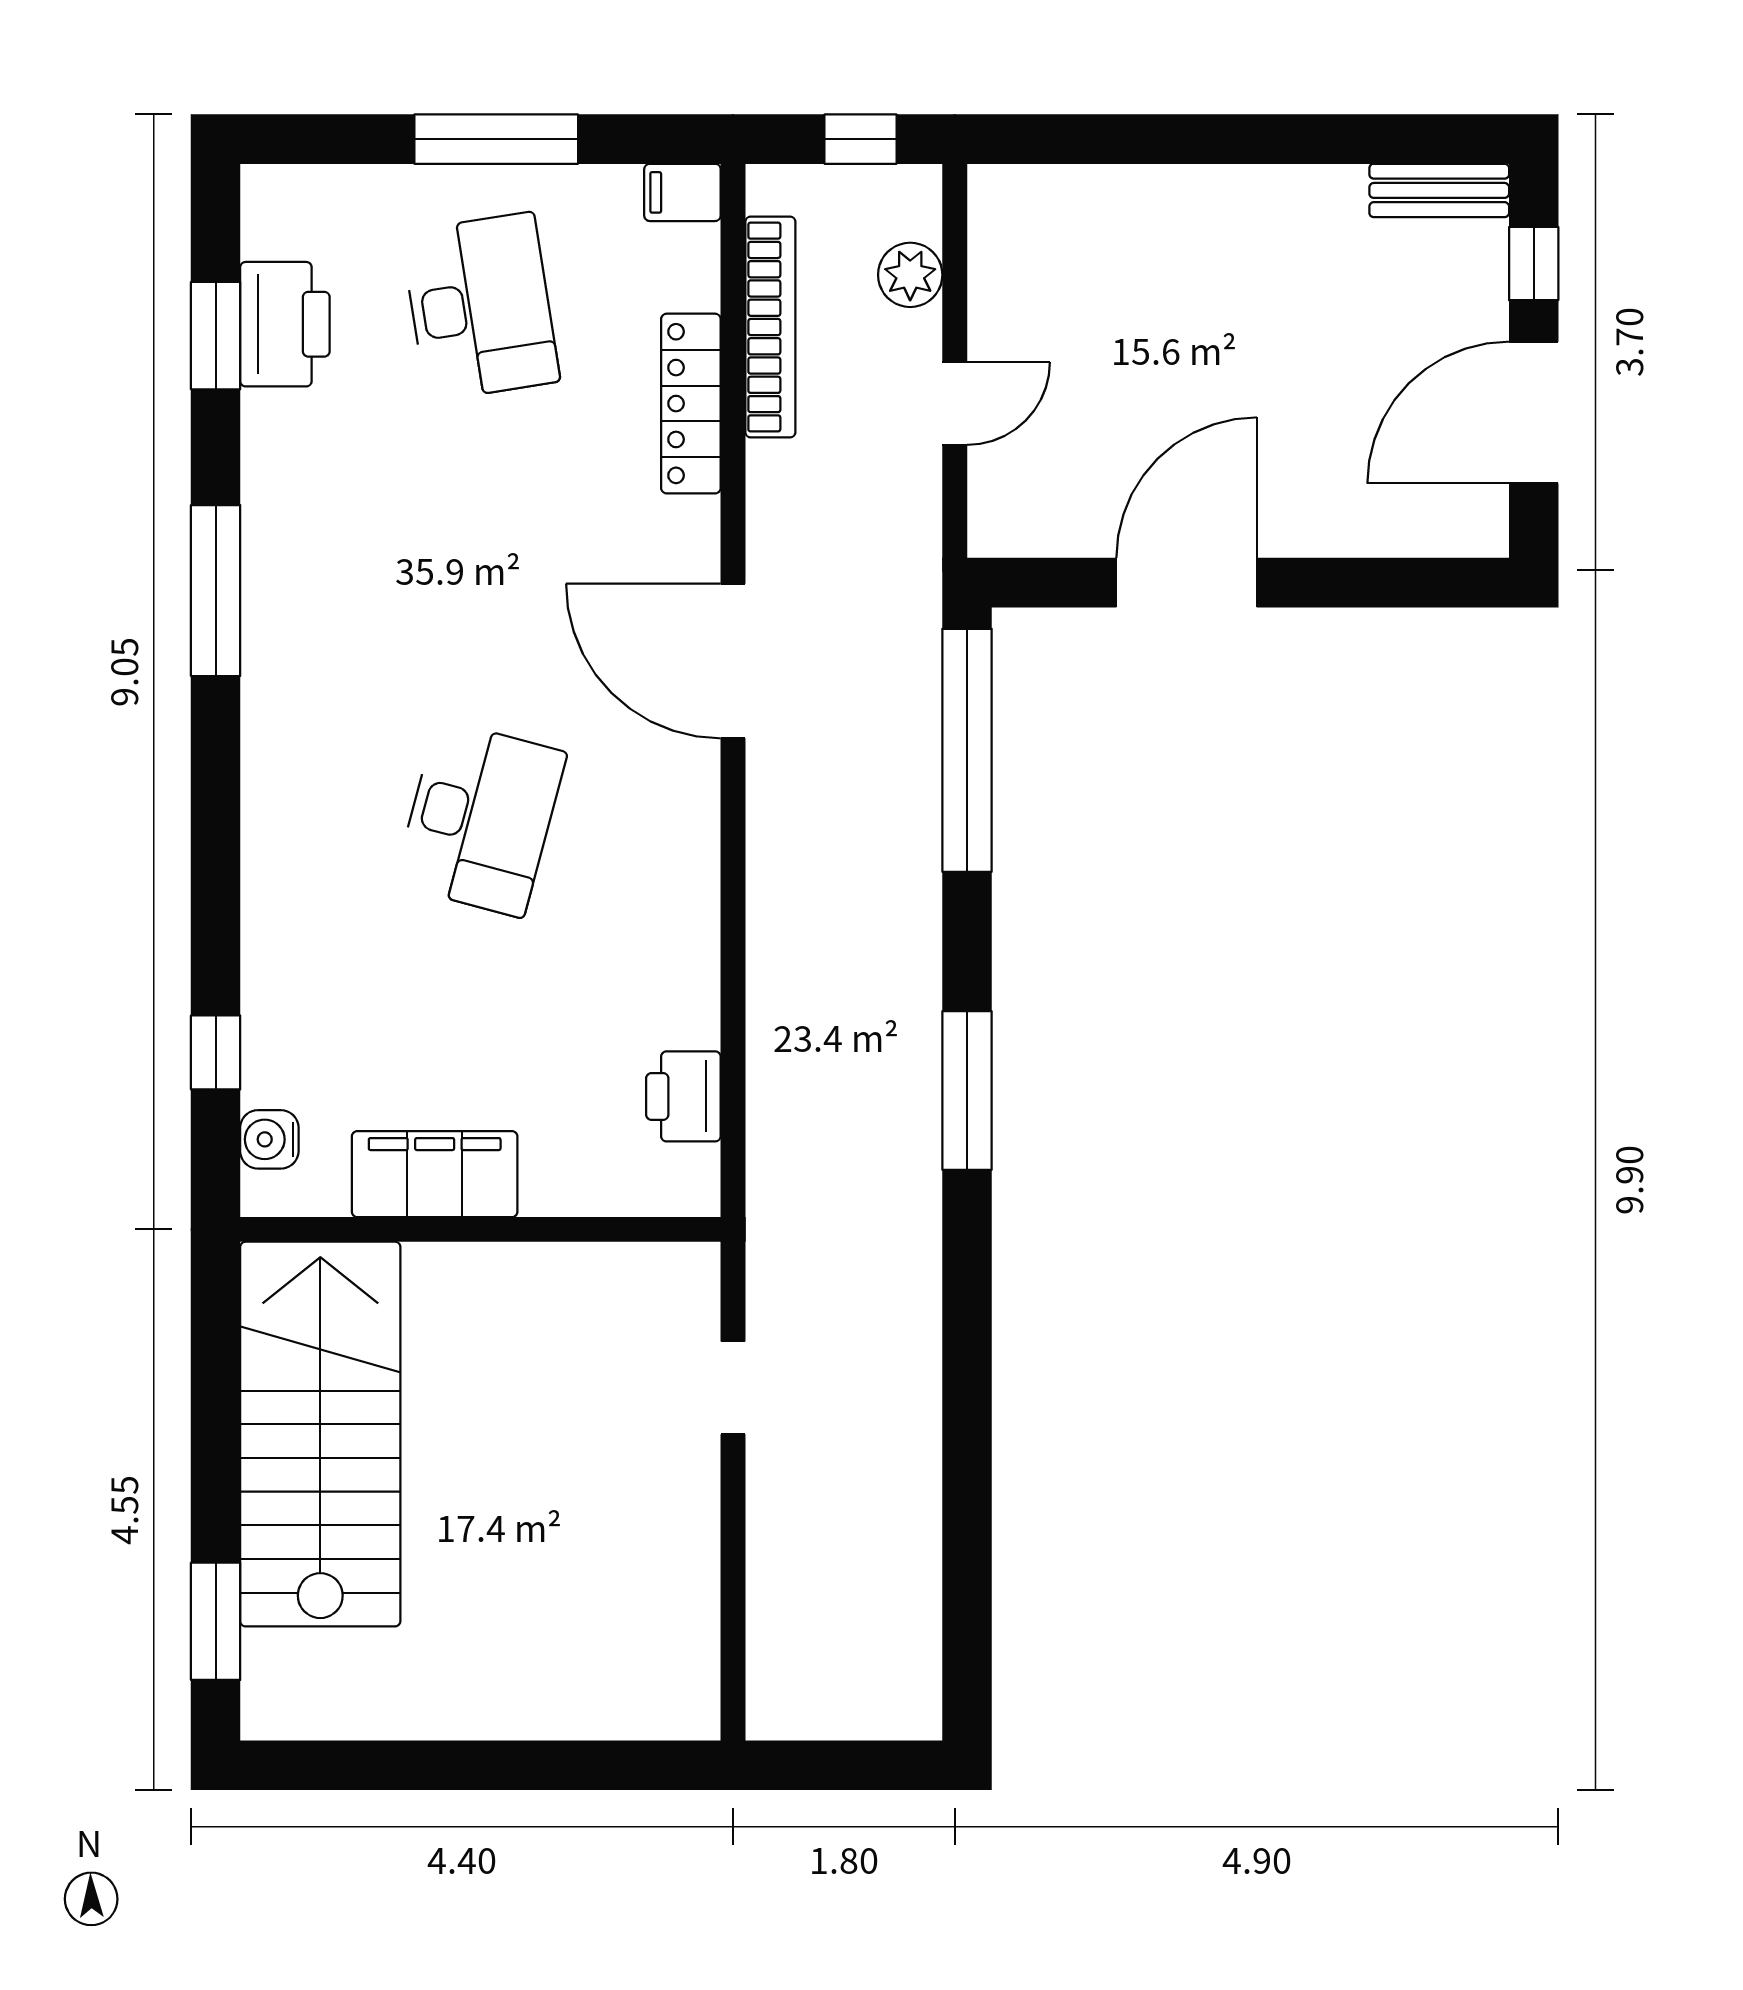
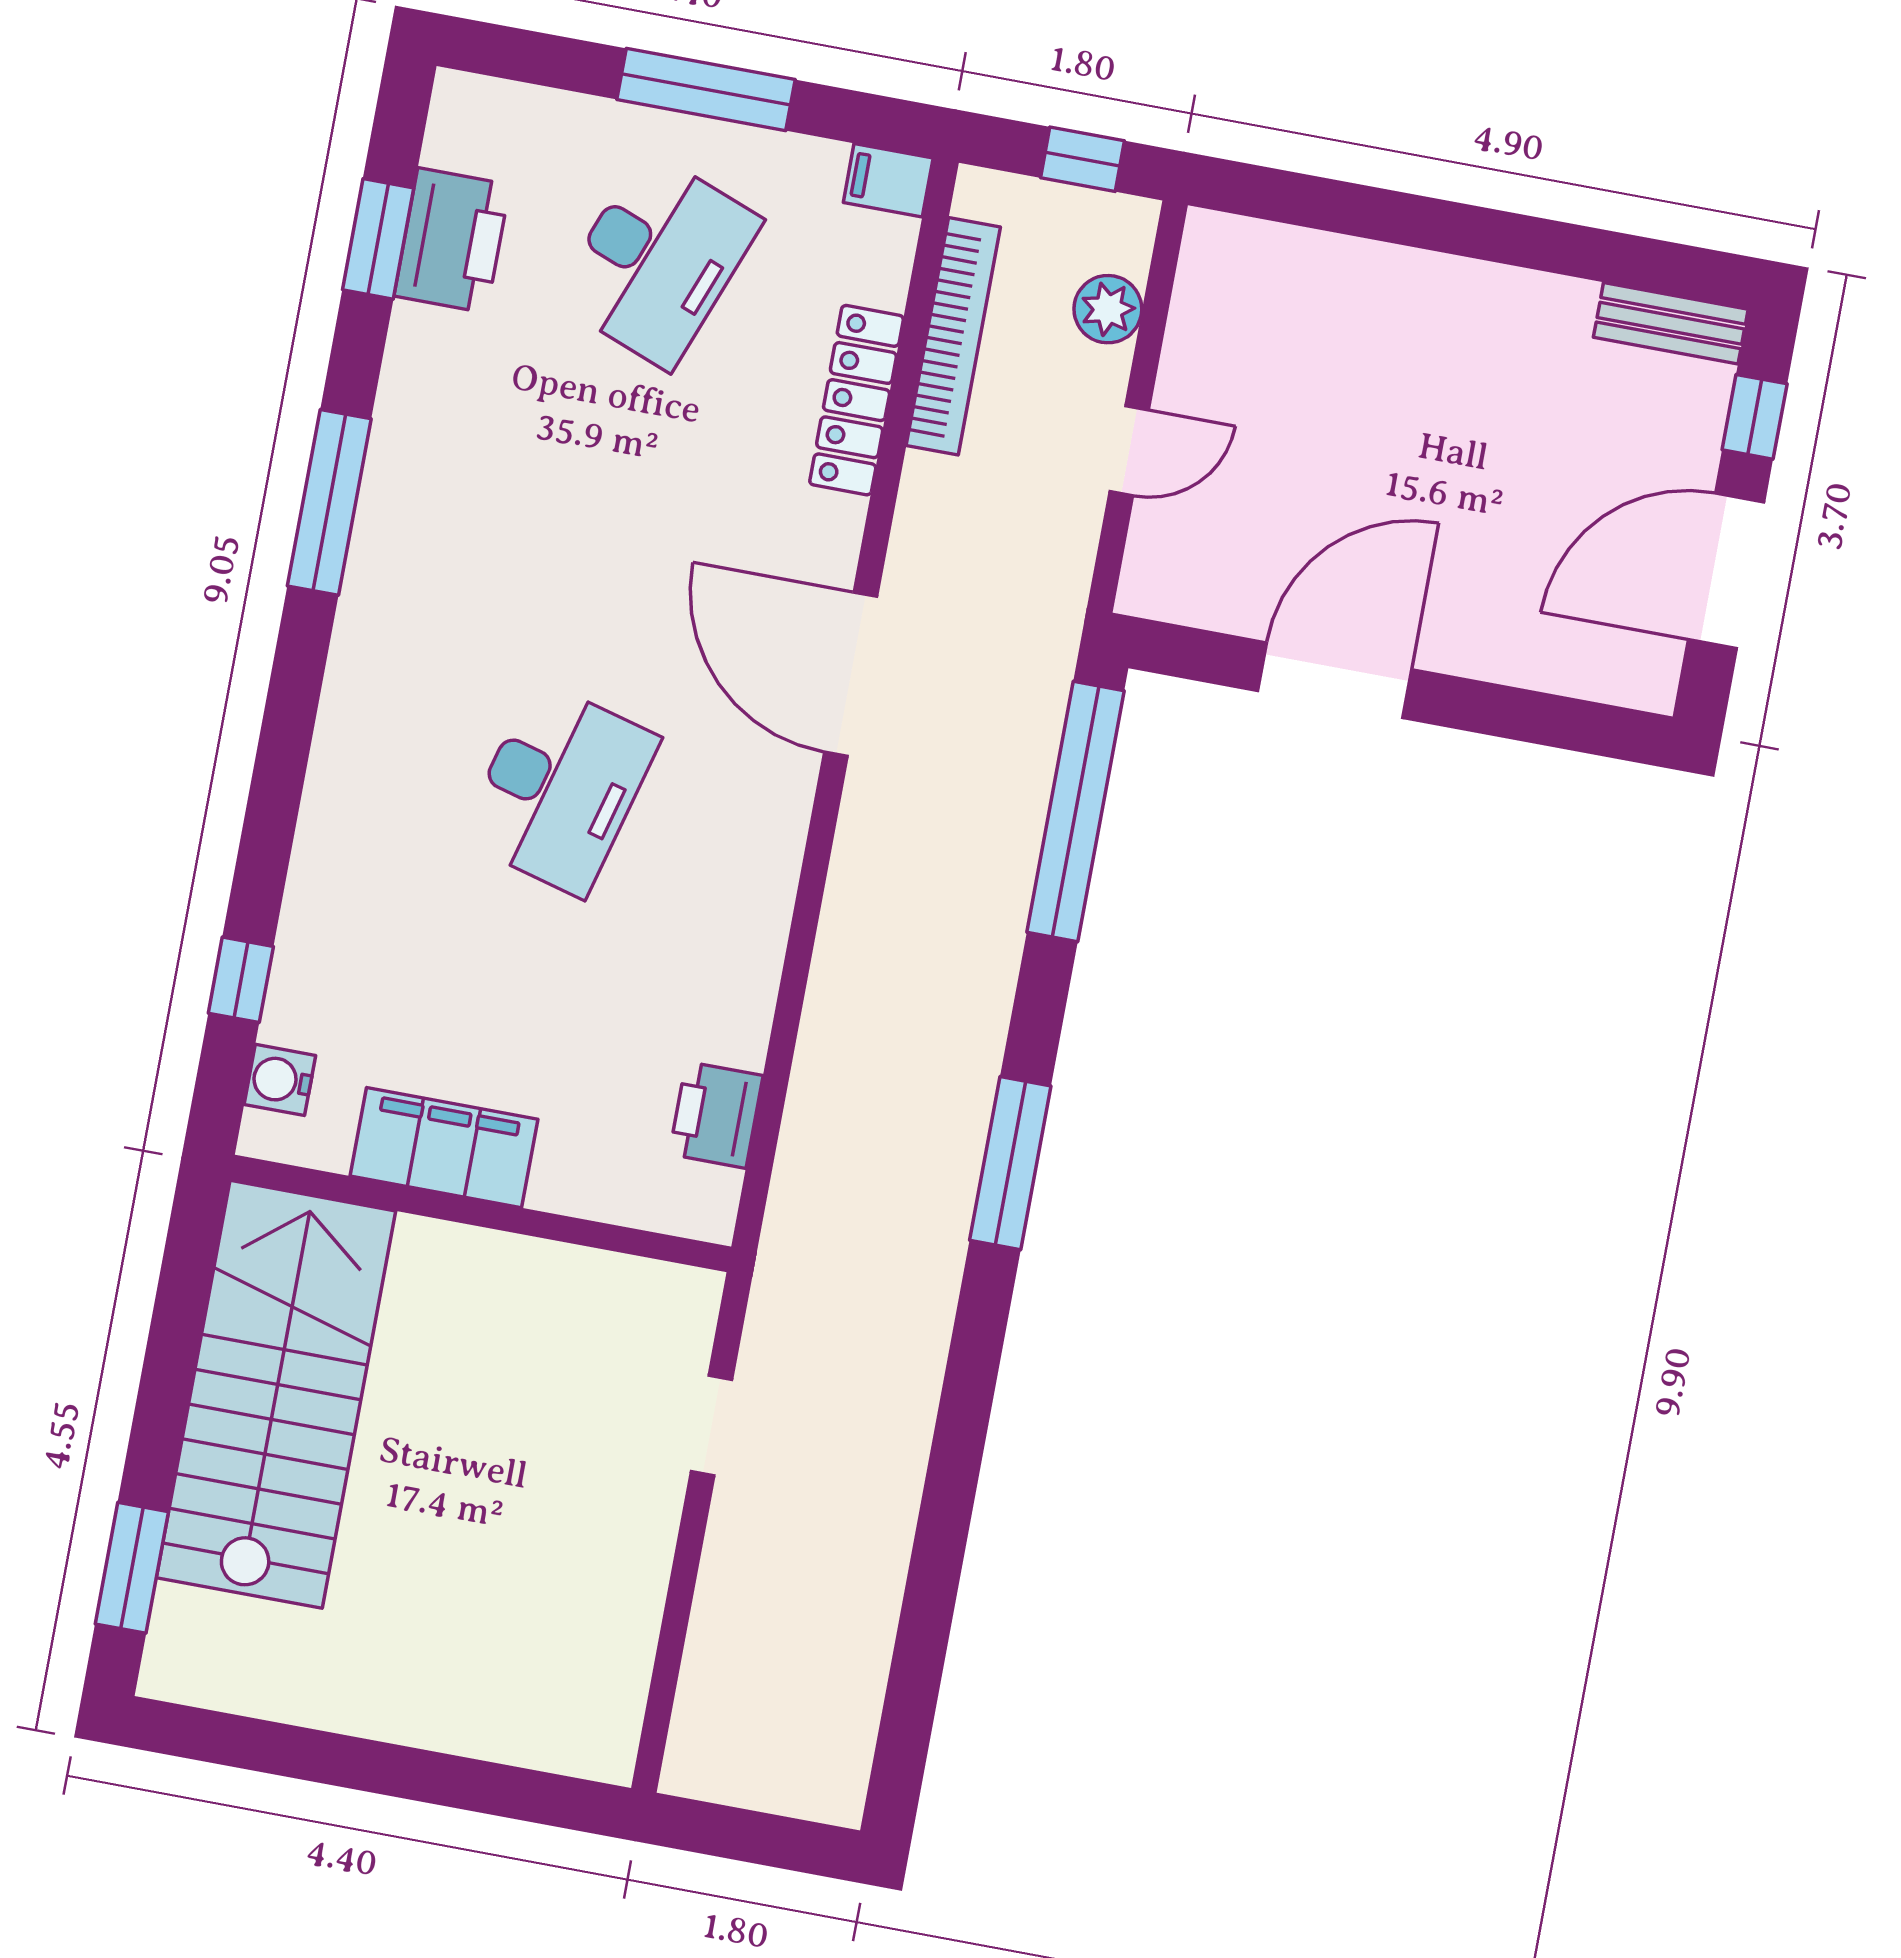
desk: (480, 307) -> (657, 260), turned 30

